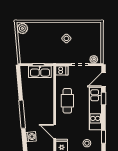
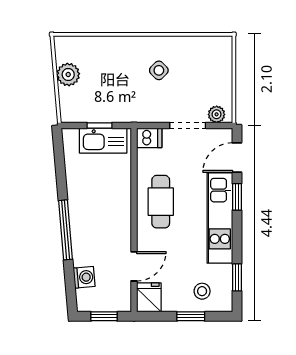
plant: (22, 28) -> (68, 75), moved
door: (55, 131) -> (134, 266), swing flipped

